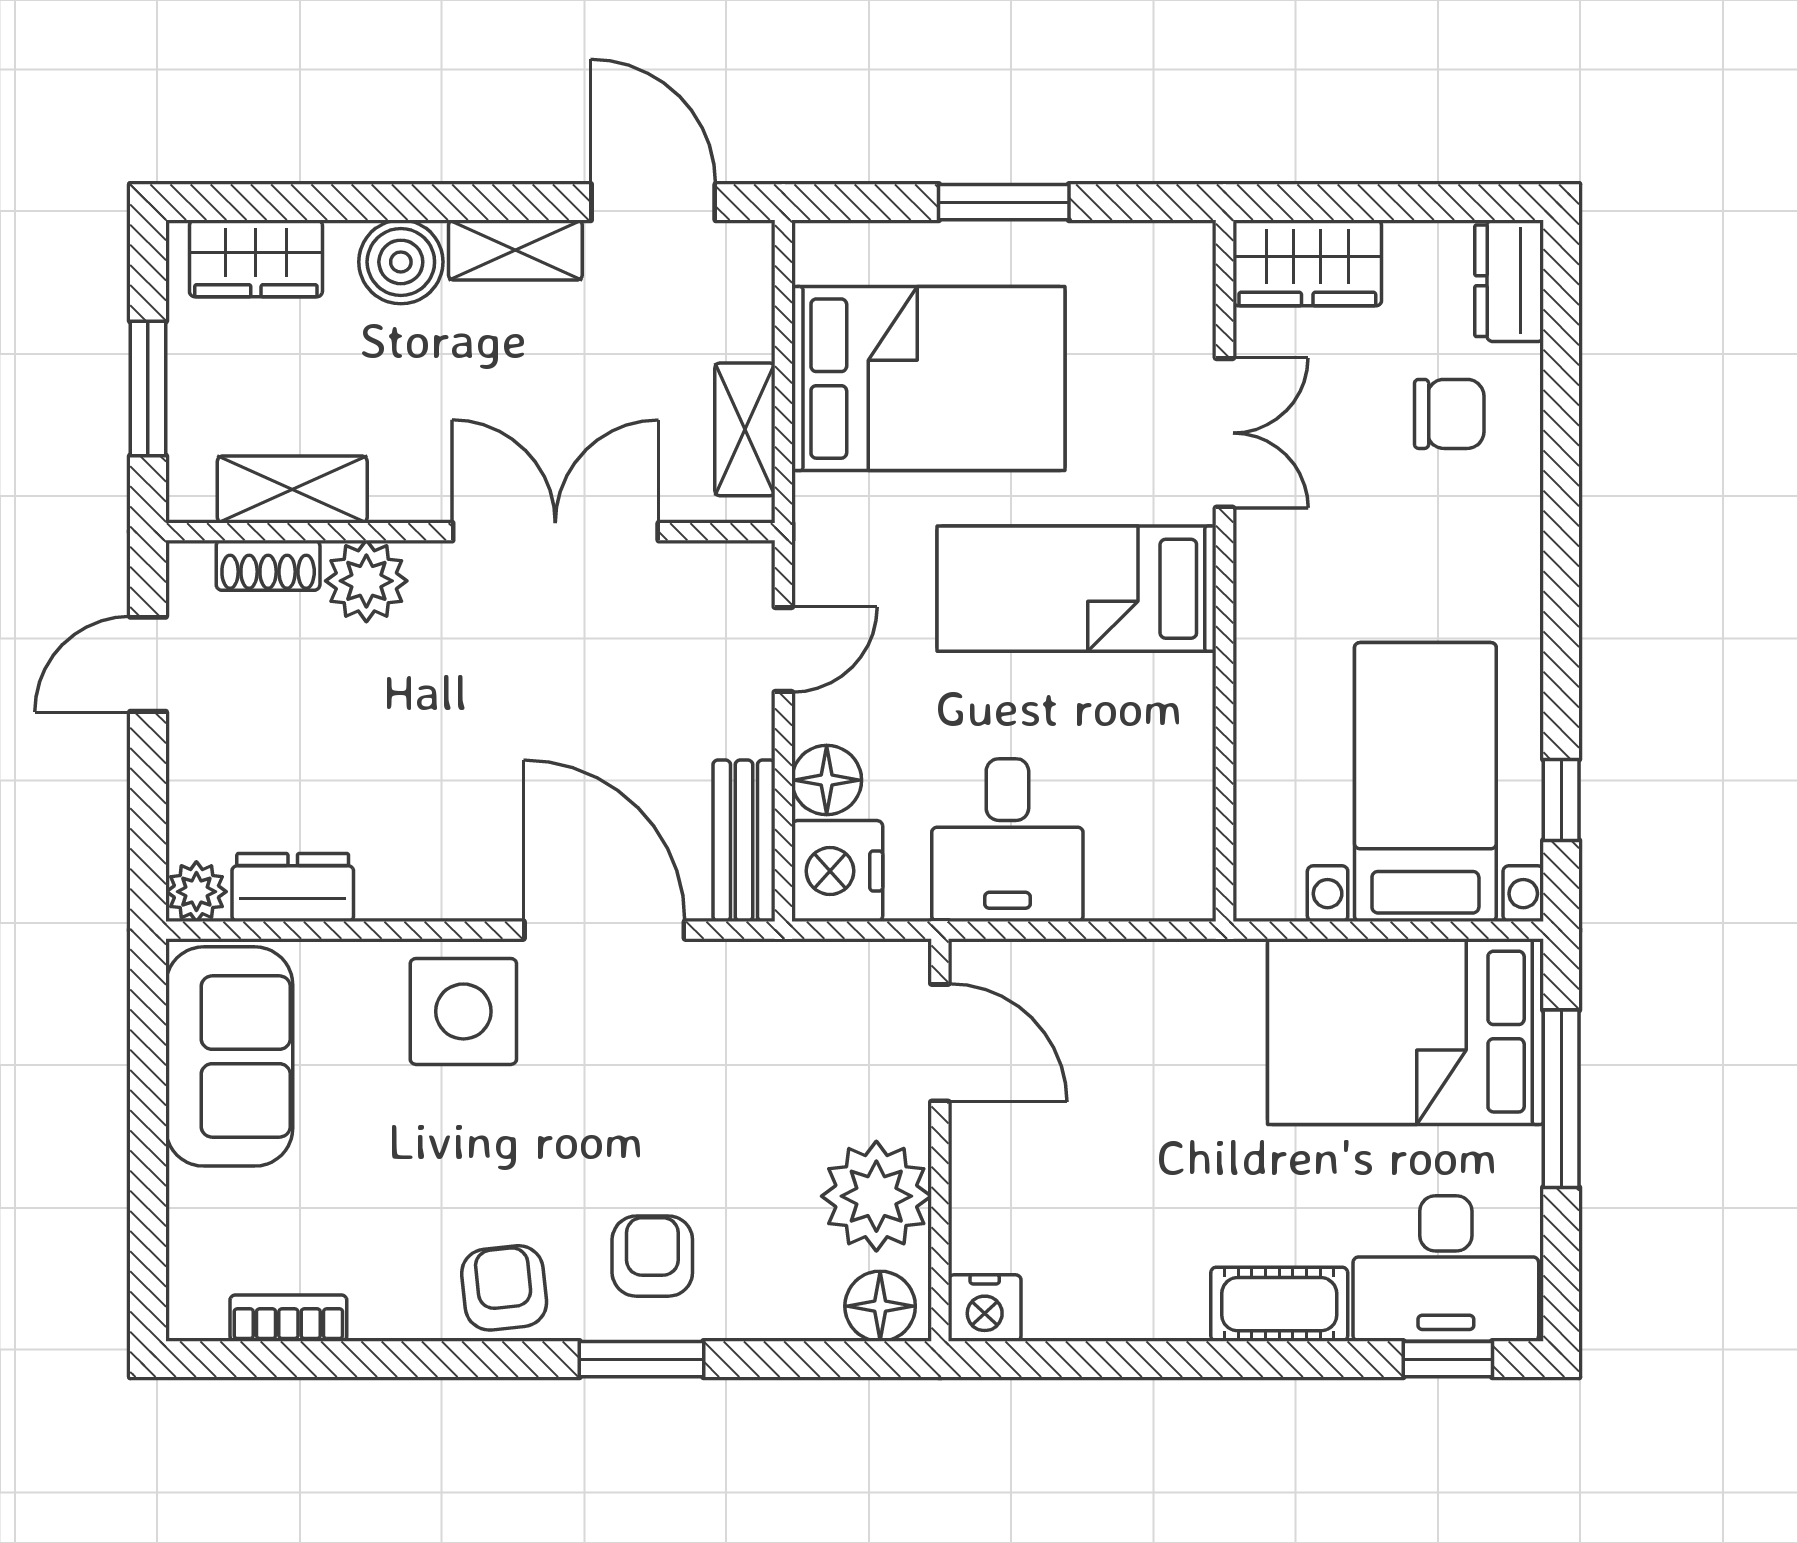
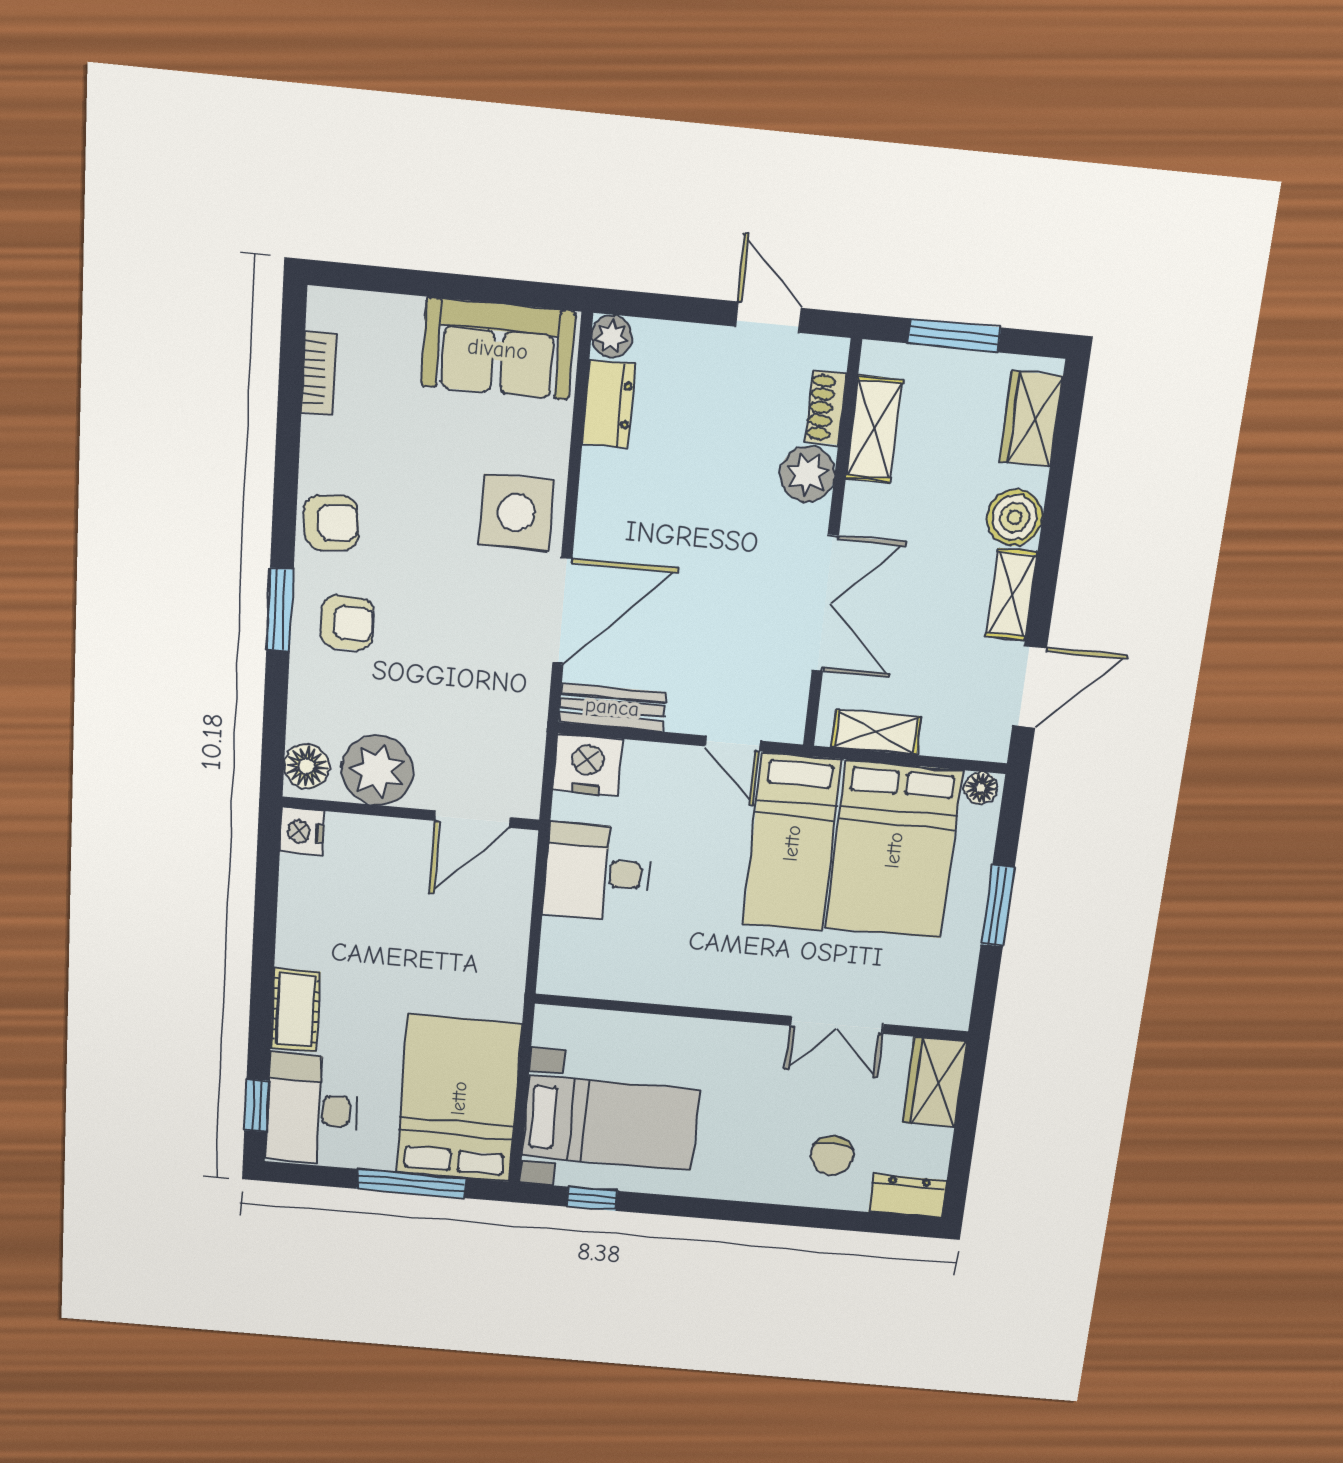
bed: (1077, 589) -> (792, 843), moved, turned 180
floor lamp: (827, 780) -> (981, 788), moved, width x0.73, depth x0.73

